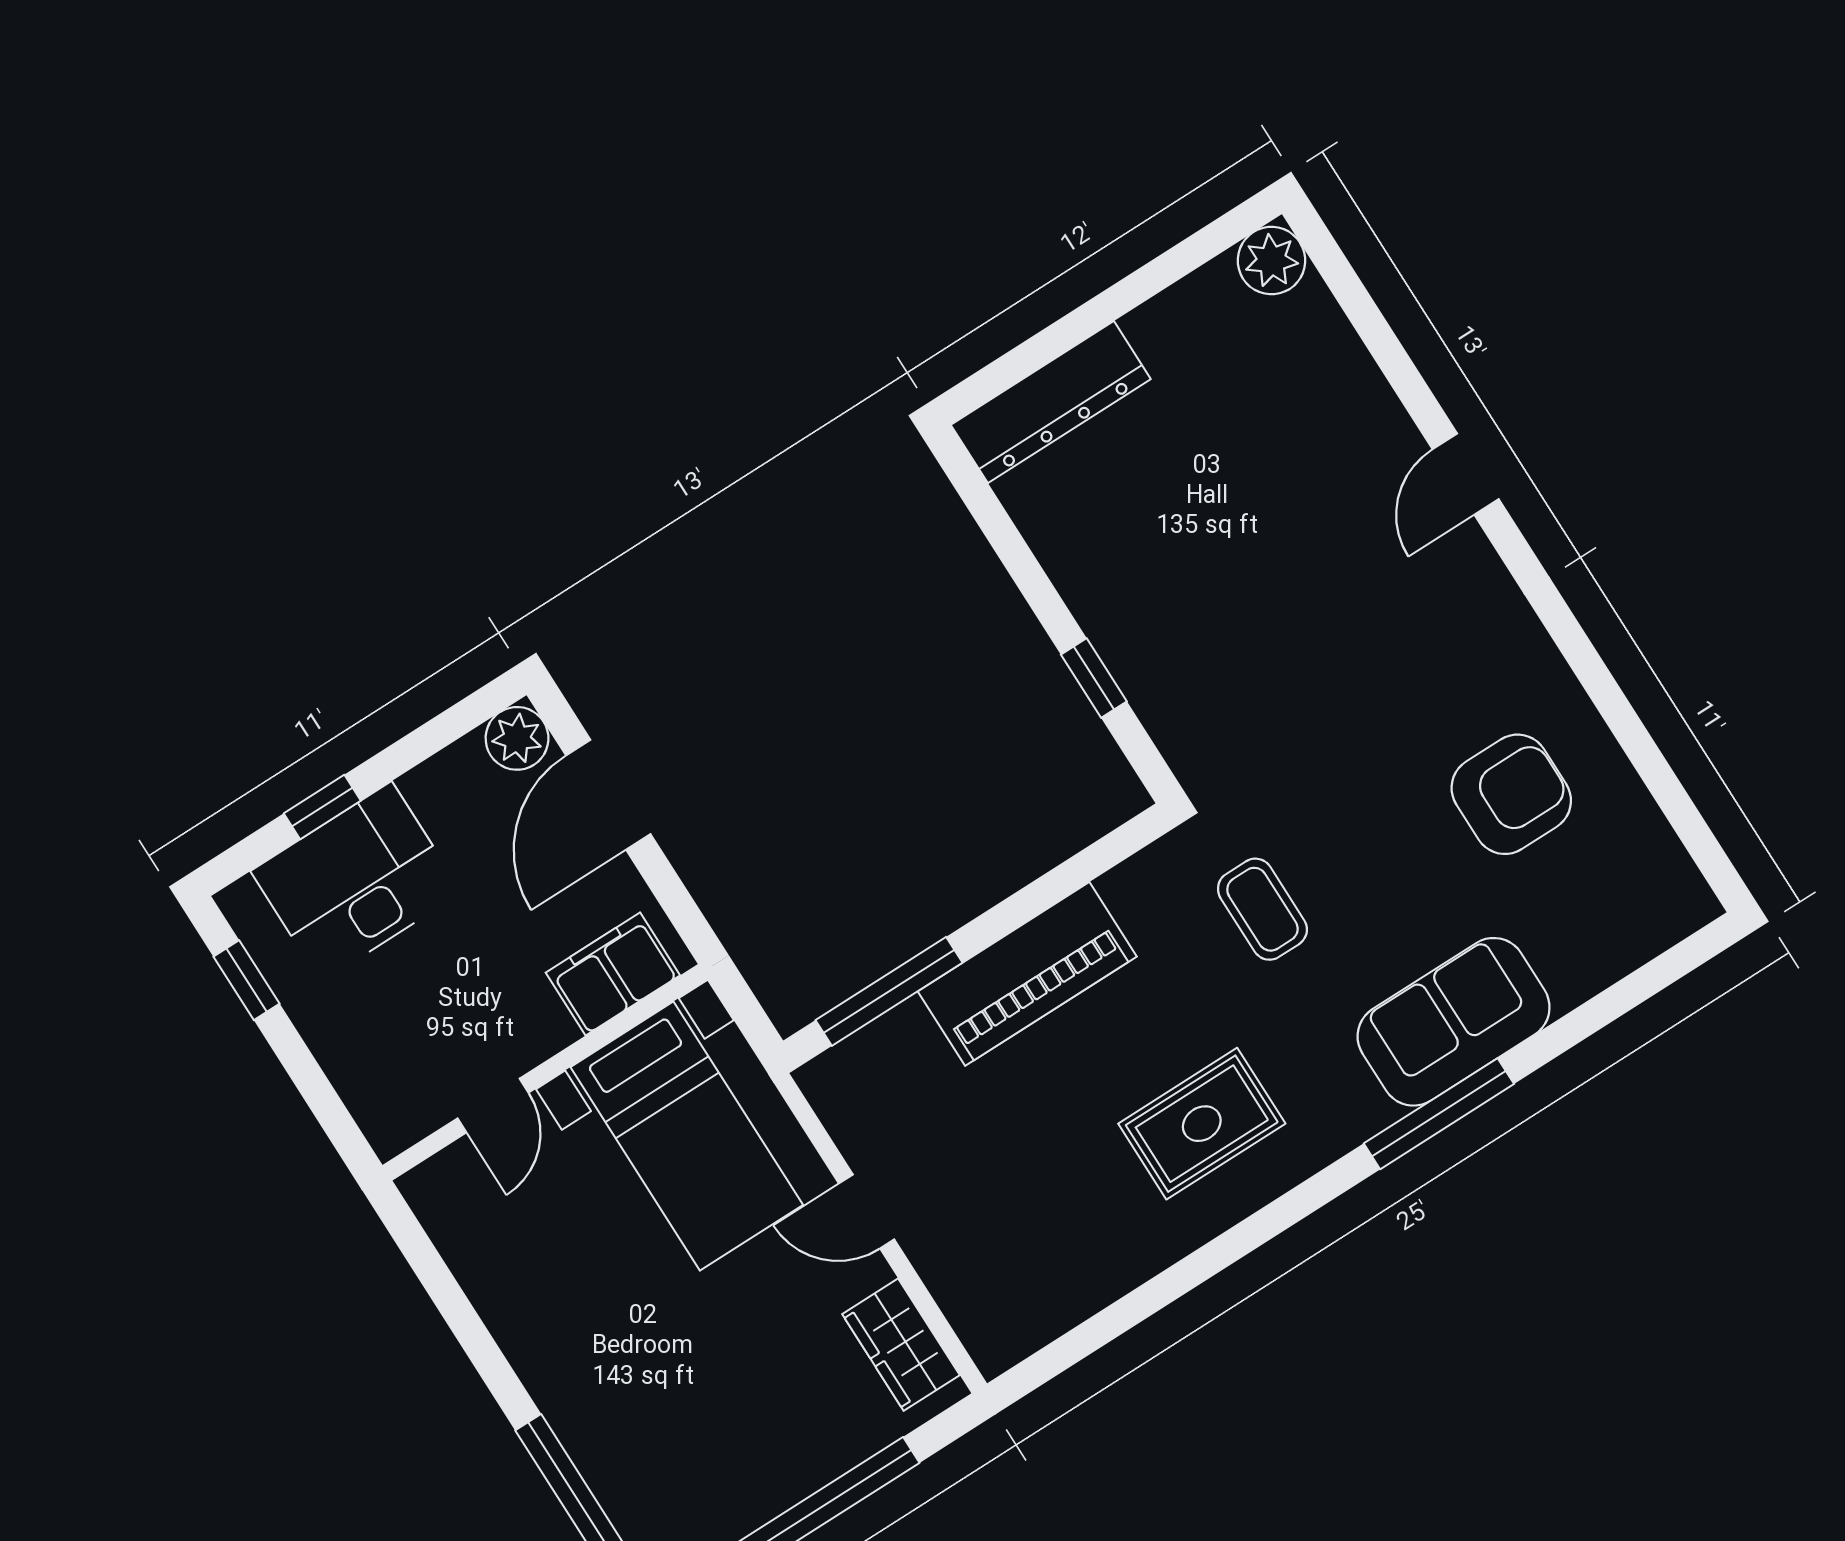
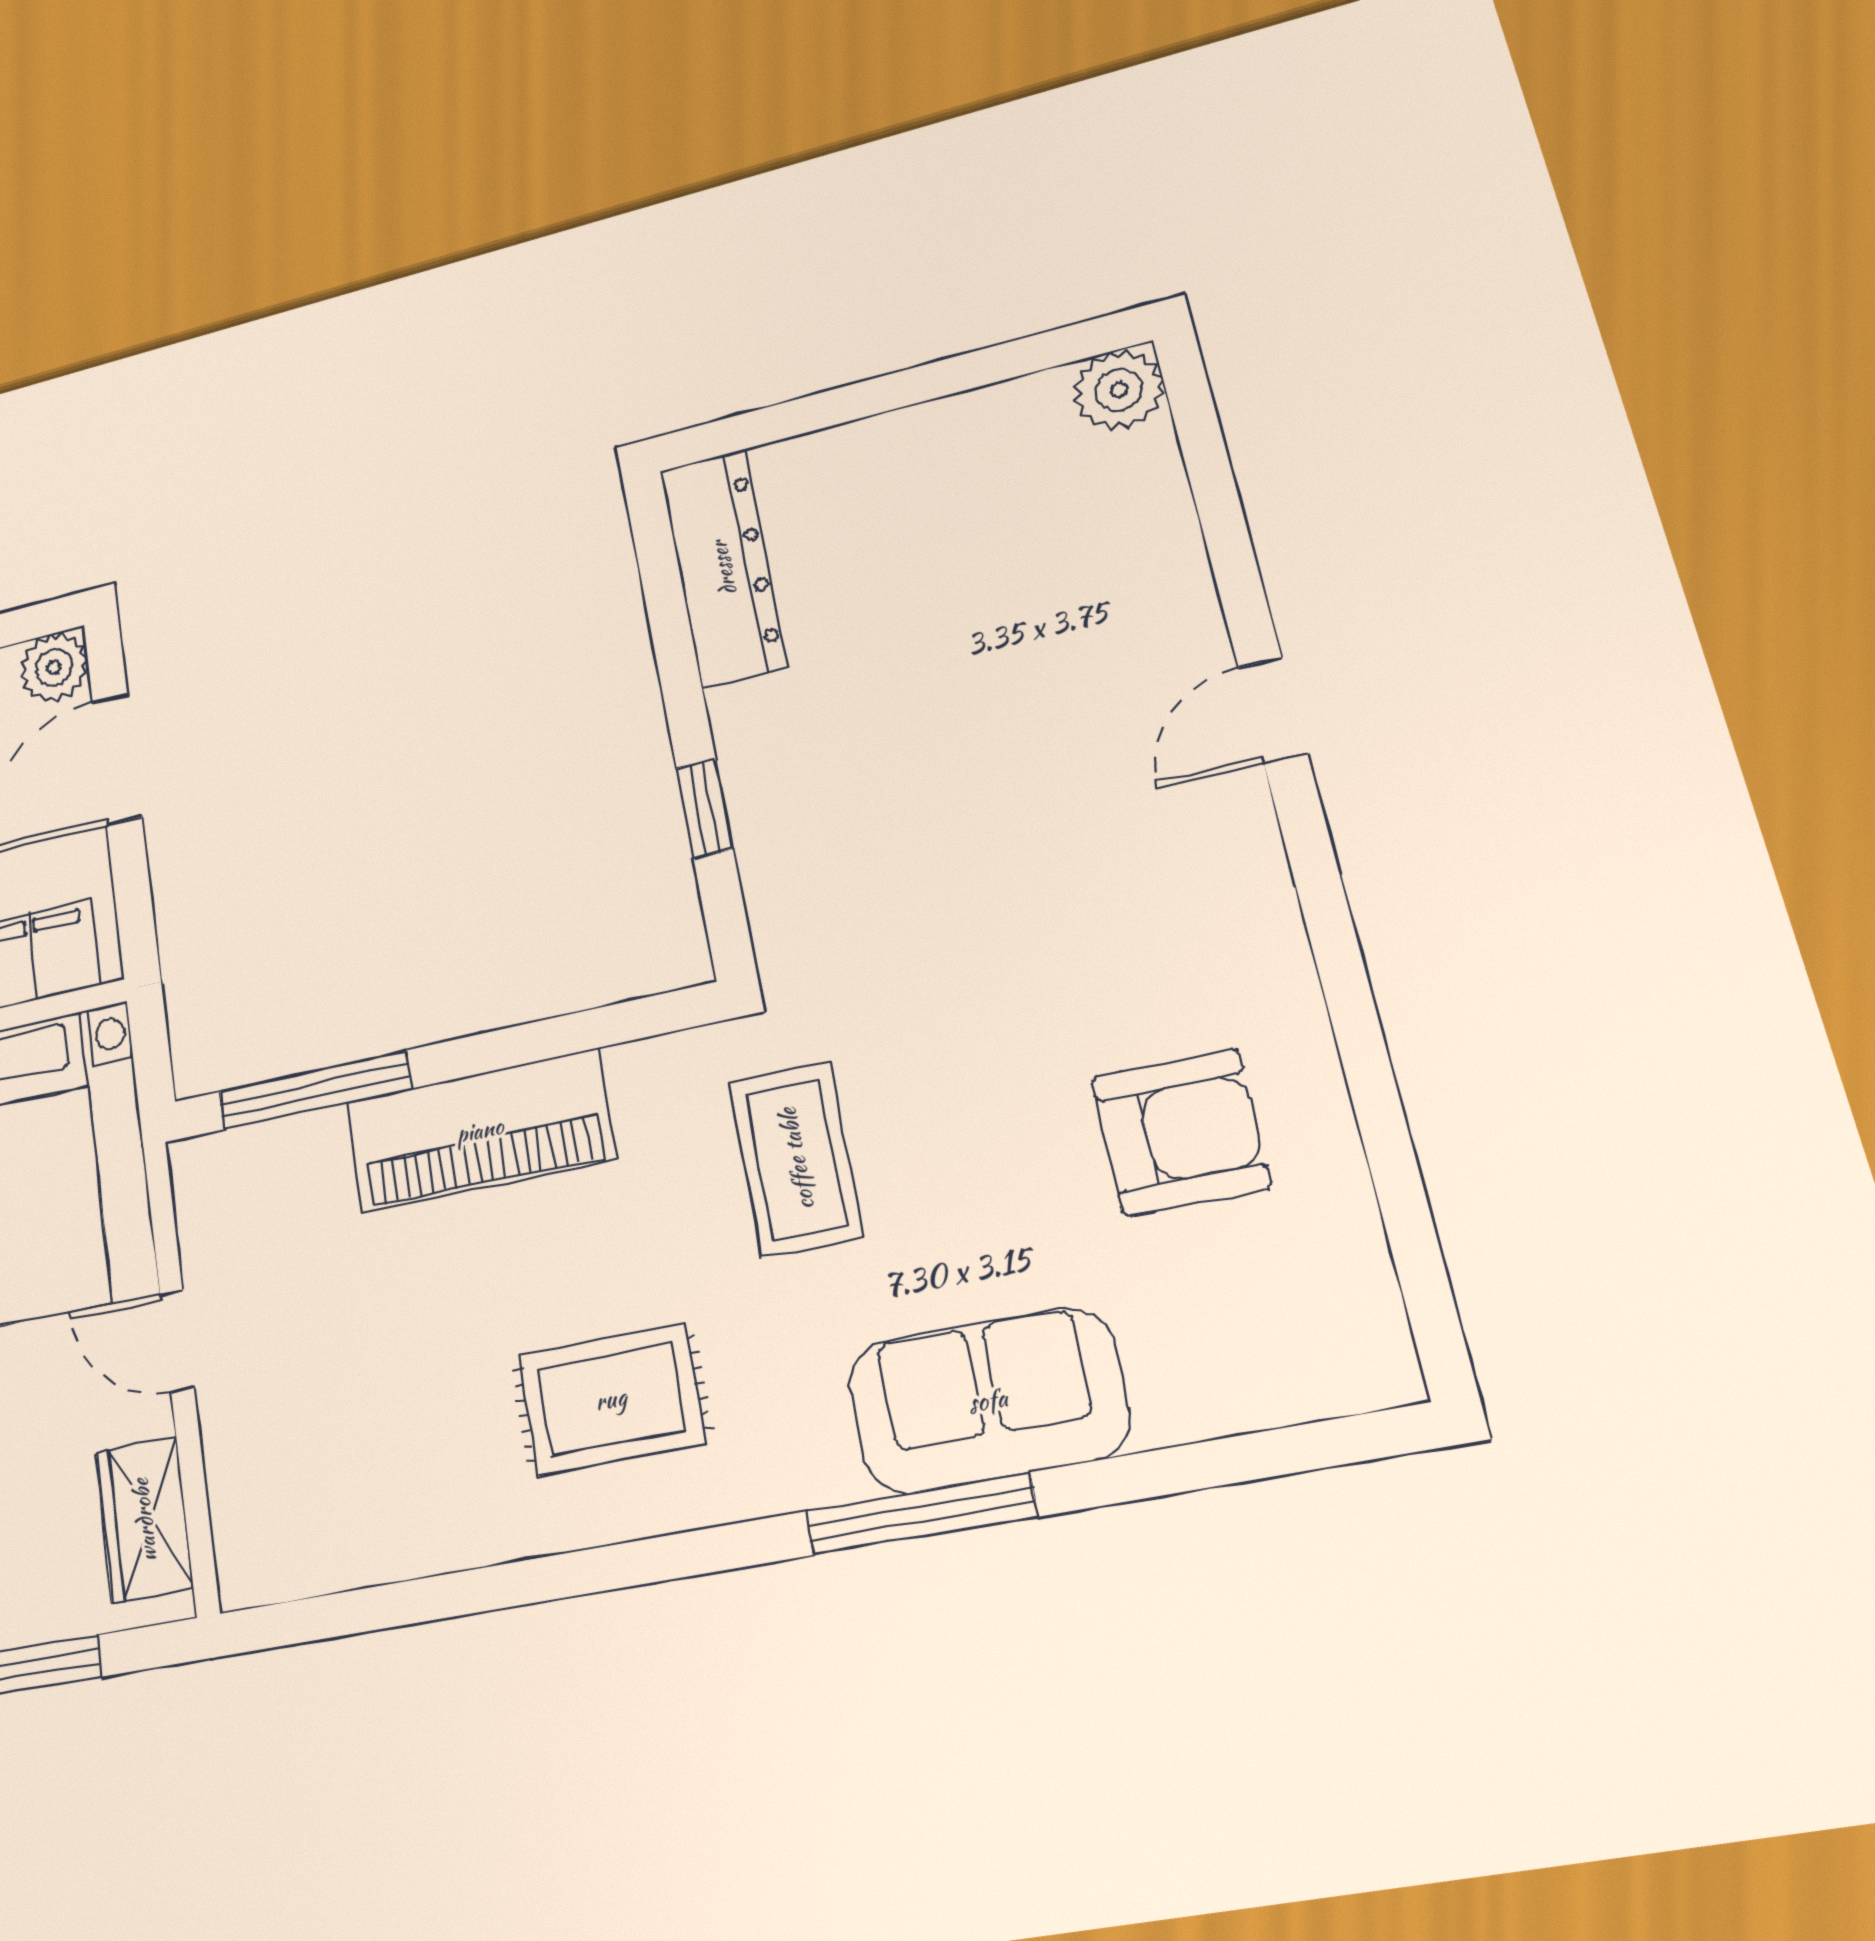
dresser: (1051, 402) -> (723, 568), moved, turned -90
coffee table: (1262, 909) -> (796, 1159), width x1.36, depth x1.30

